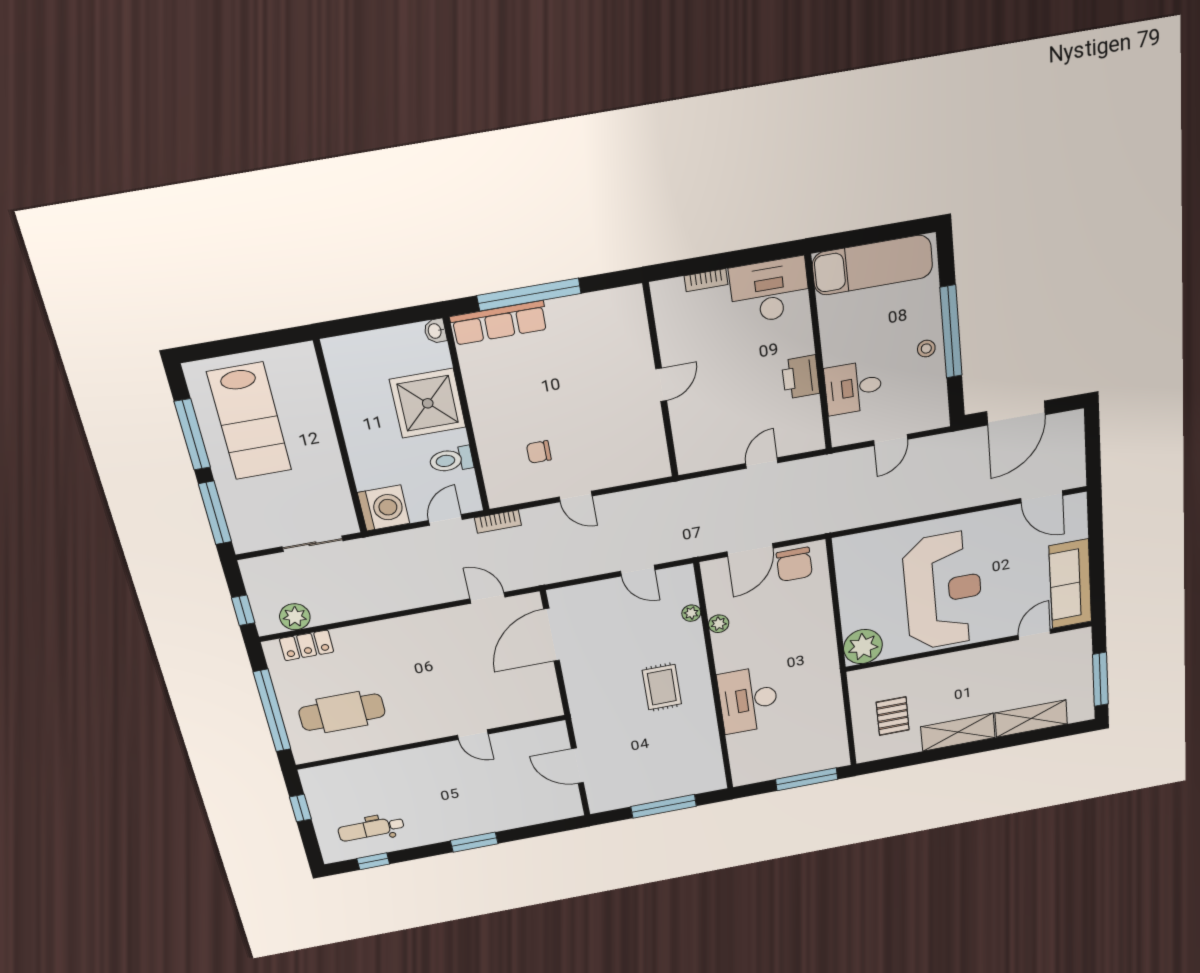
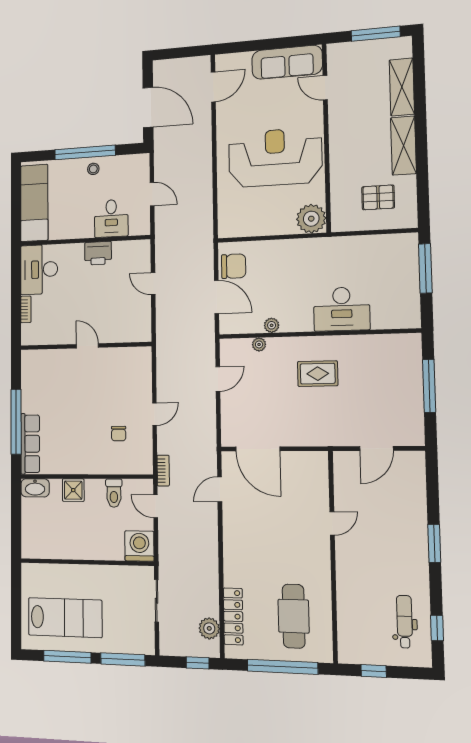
washbasin: (435, 331) -> (35, 488), width x1.91, depth x1.45
shower: (428, 403) -> (73, 490), width x0.54, depth x0.54
locker: (307, 645) -> (233, 616), width x1.53
dental chair: (371, 829) -> (405, 622), turned 180

